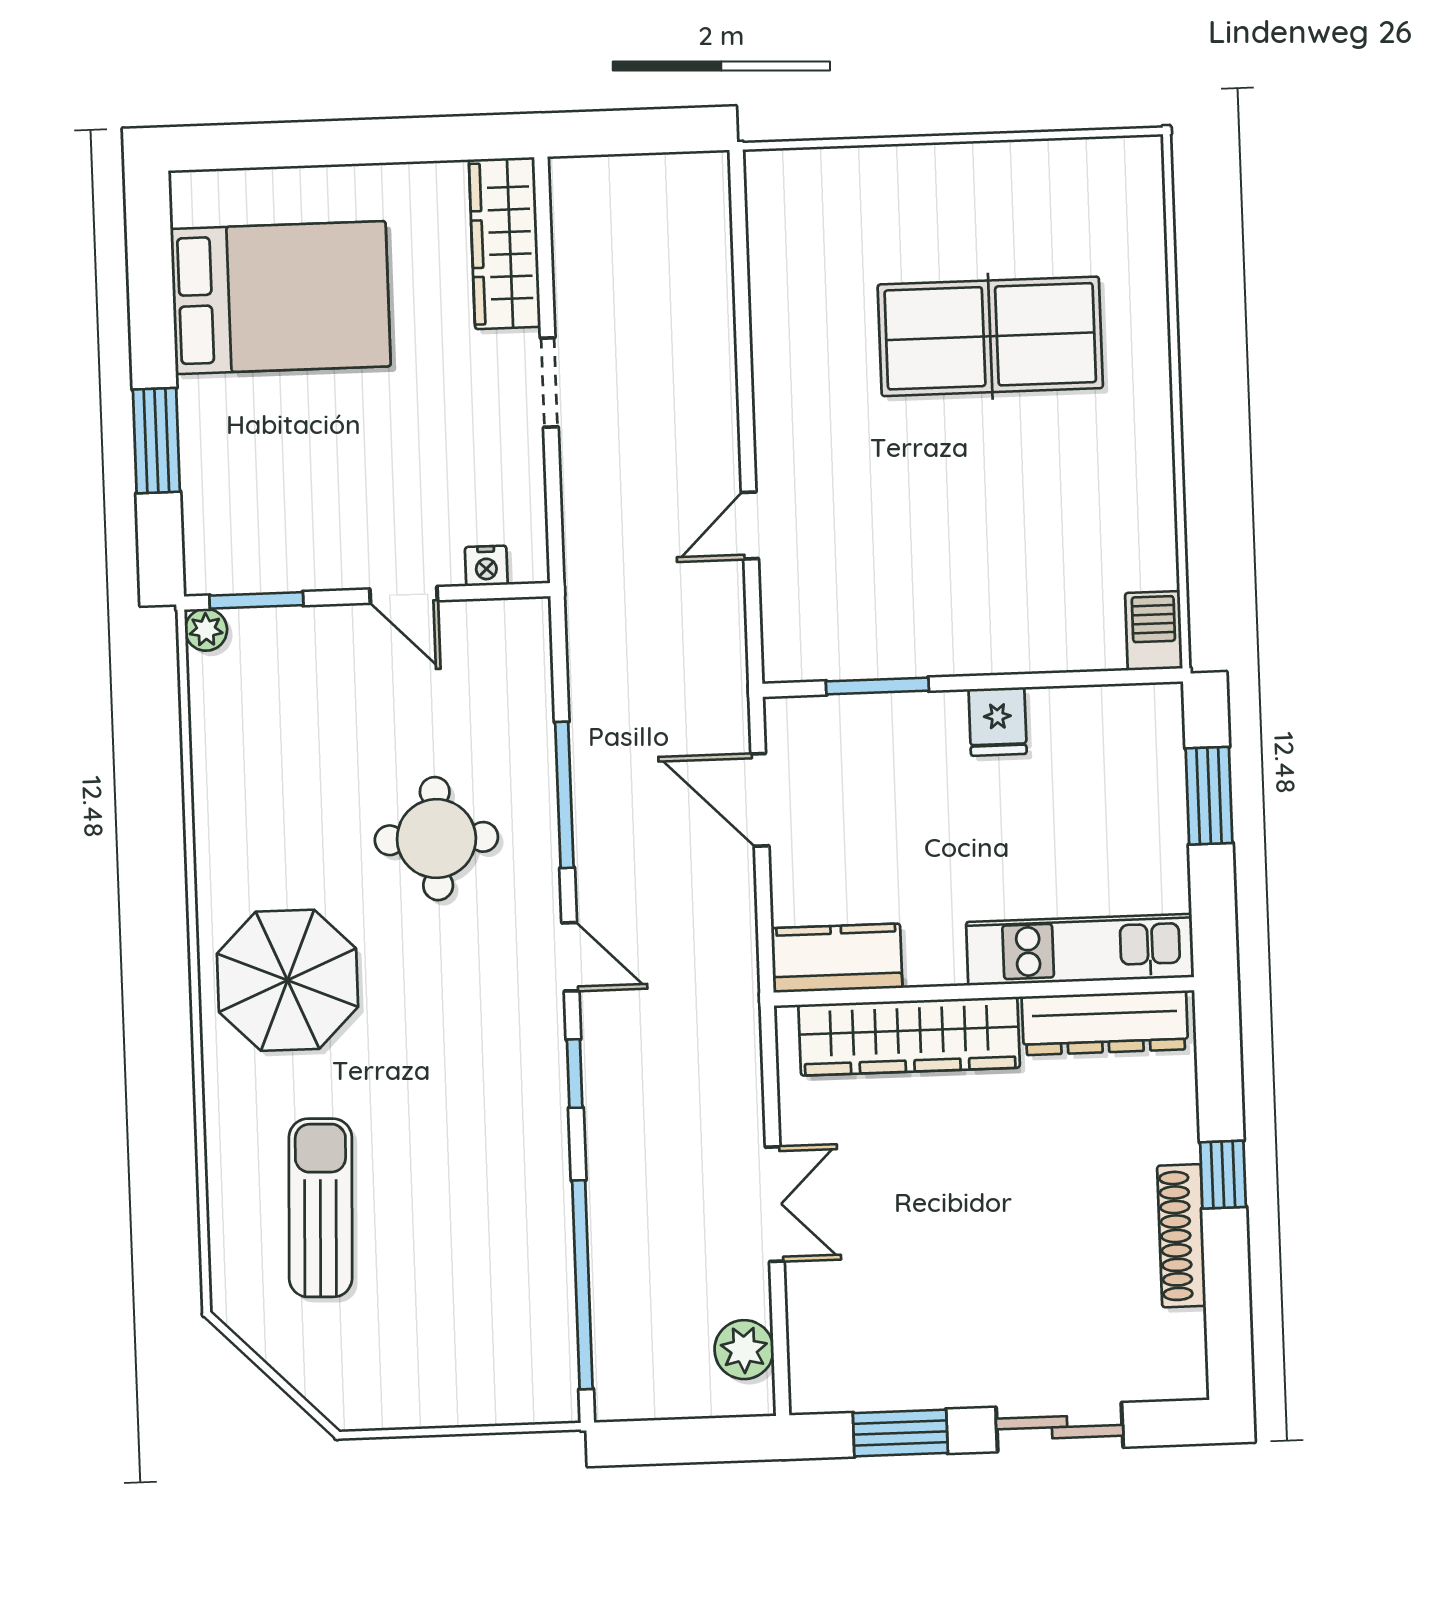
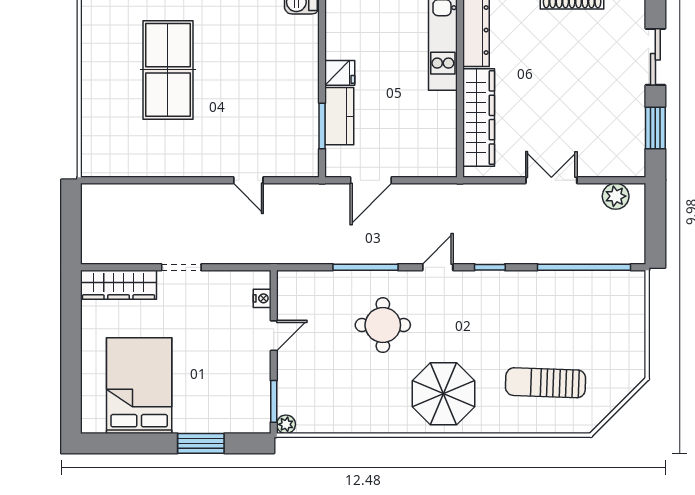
kitchen counter: (837, 958) -> (339, 116), moved, turned 180

